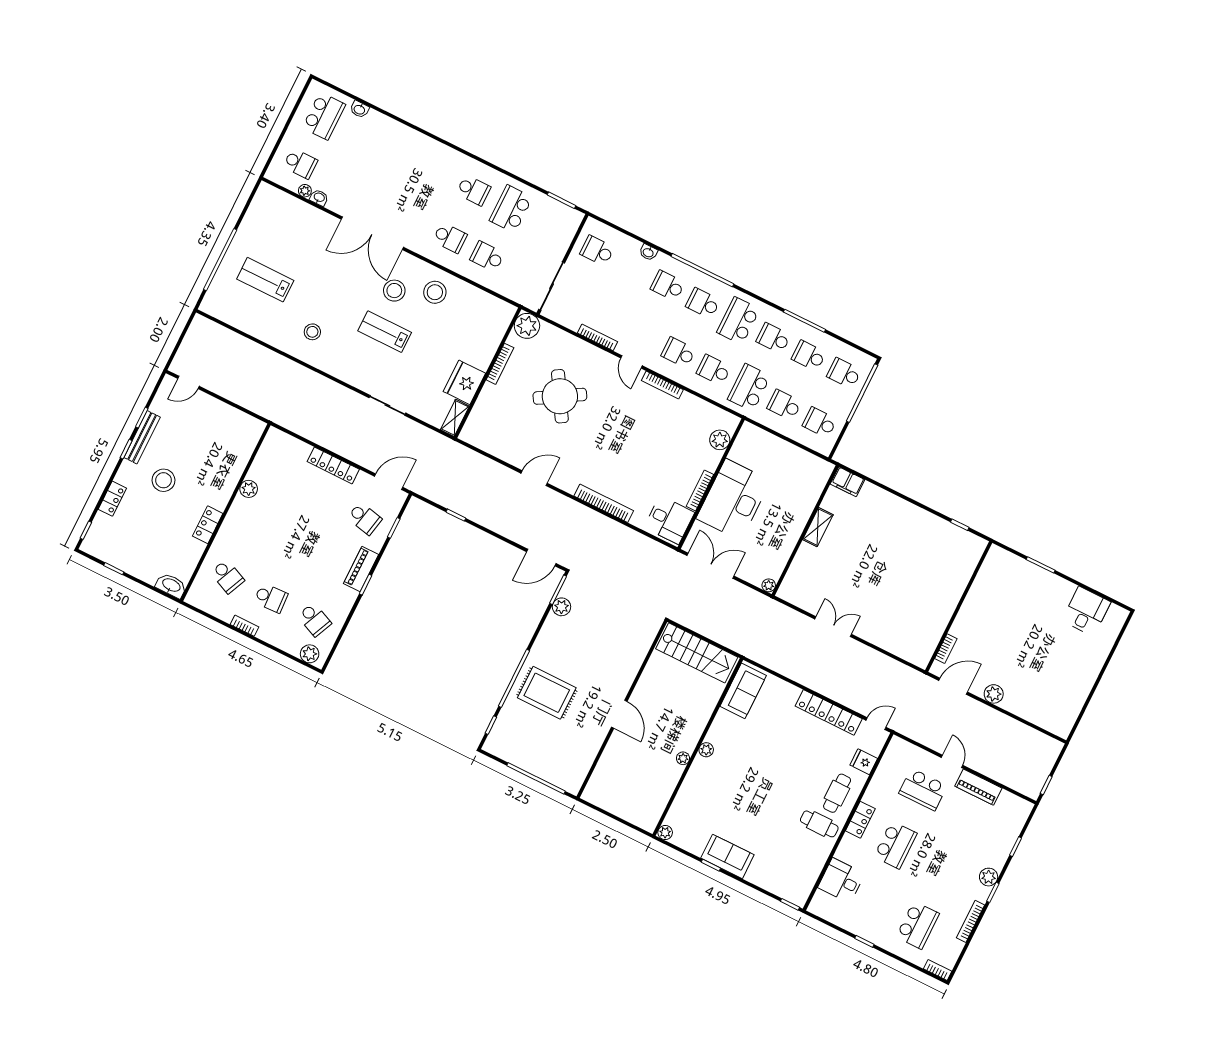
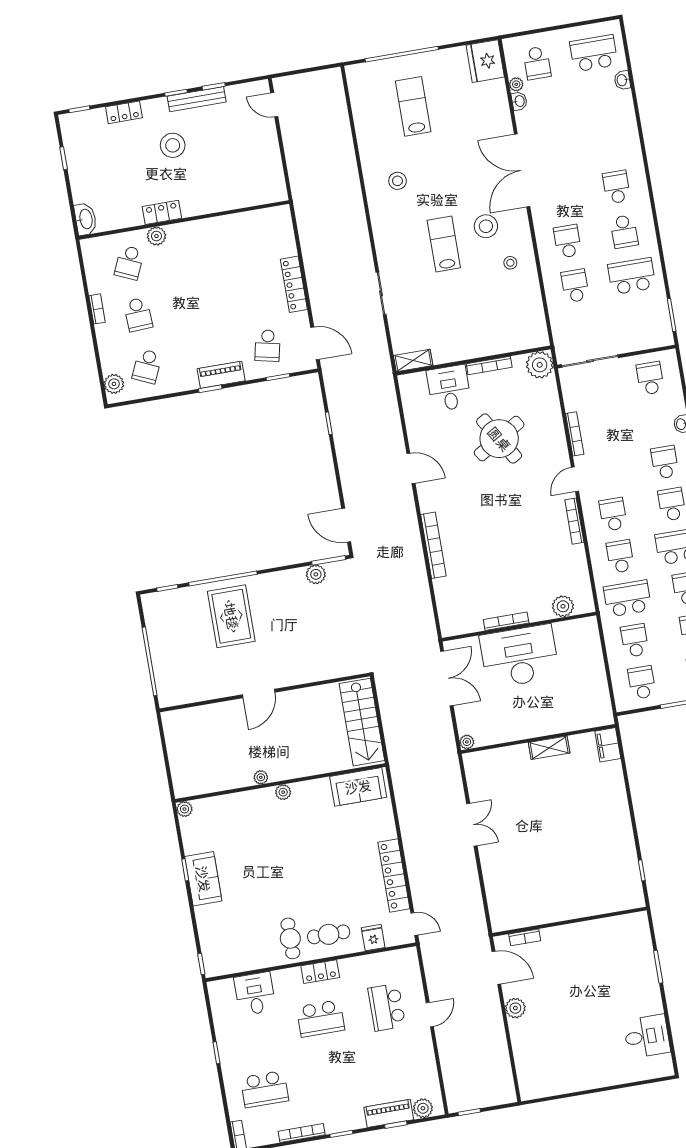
school desk: (324, 116) -> (594, 53), turned 180
school desk: (436, 172) -> (617, 187), added
school desk: (450, 238) -> (567, 241), turned 180
stool: (435, 292) -> (510, 263), width x0.53, depth x0.53
fridge: (464, 382) -> (485, 61), moved, turned -90
plant: (249, 489) -> (156, 236), moved
desk: (669, 520) -> (449, 388), moved, turned 180
piano: (978, 787) -> (389, 1113), moved, turned 90
plant: (989, 877) -> (423, 1108), moved

